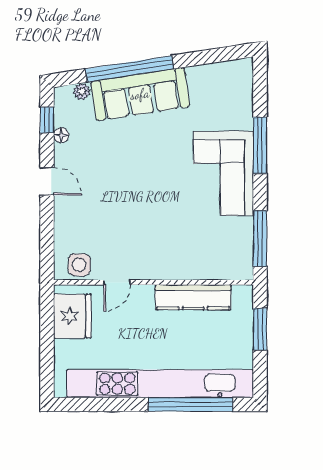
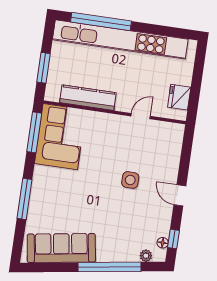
sofa: (140, 94) -> (61, 248), moved
floor lamp: (61, 135) -> (163, 243), moved
corner sofa: (223, 173) -> (60, 137), moved
side table: (79, 265) -> (130, 180), moved
fridge: (72, 316) -> (179, 97), width x0.73, depth x0.75

